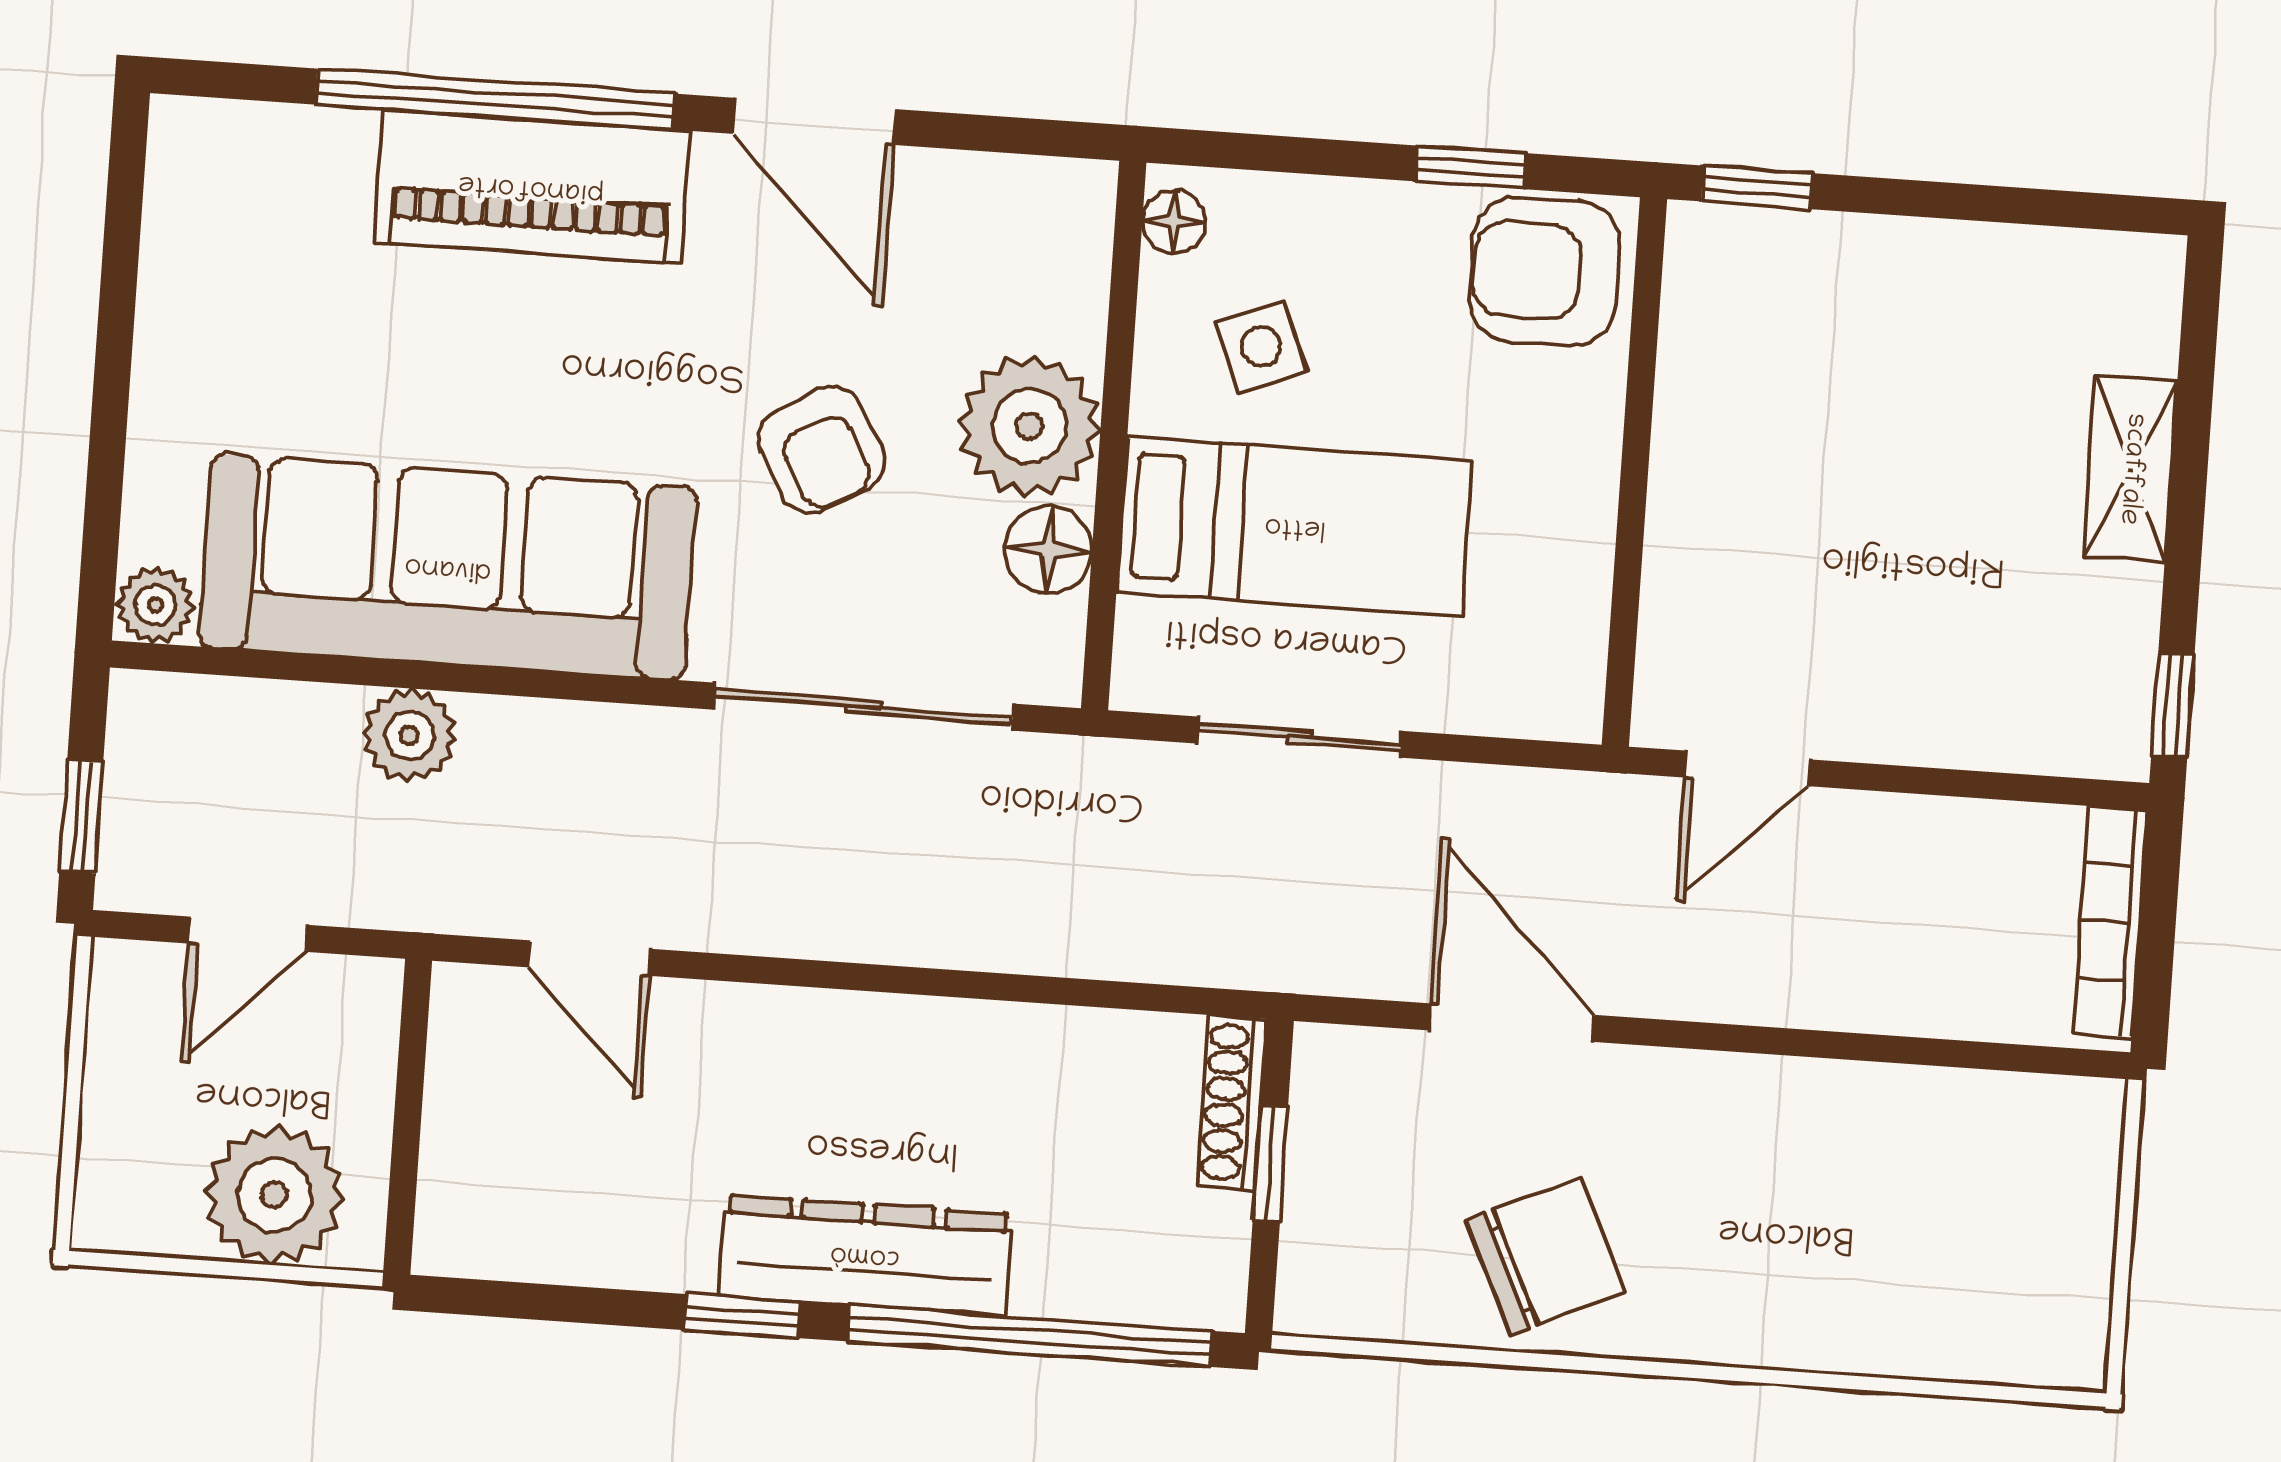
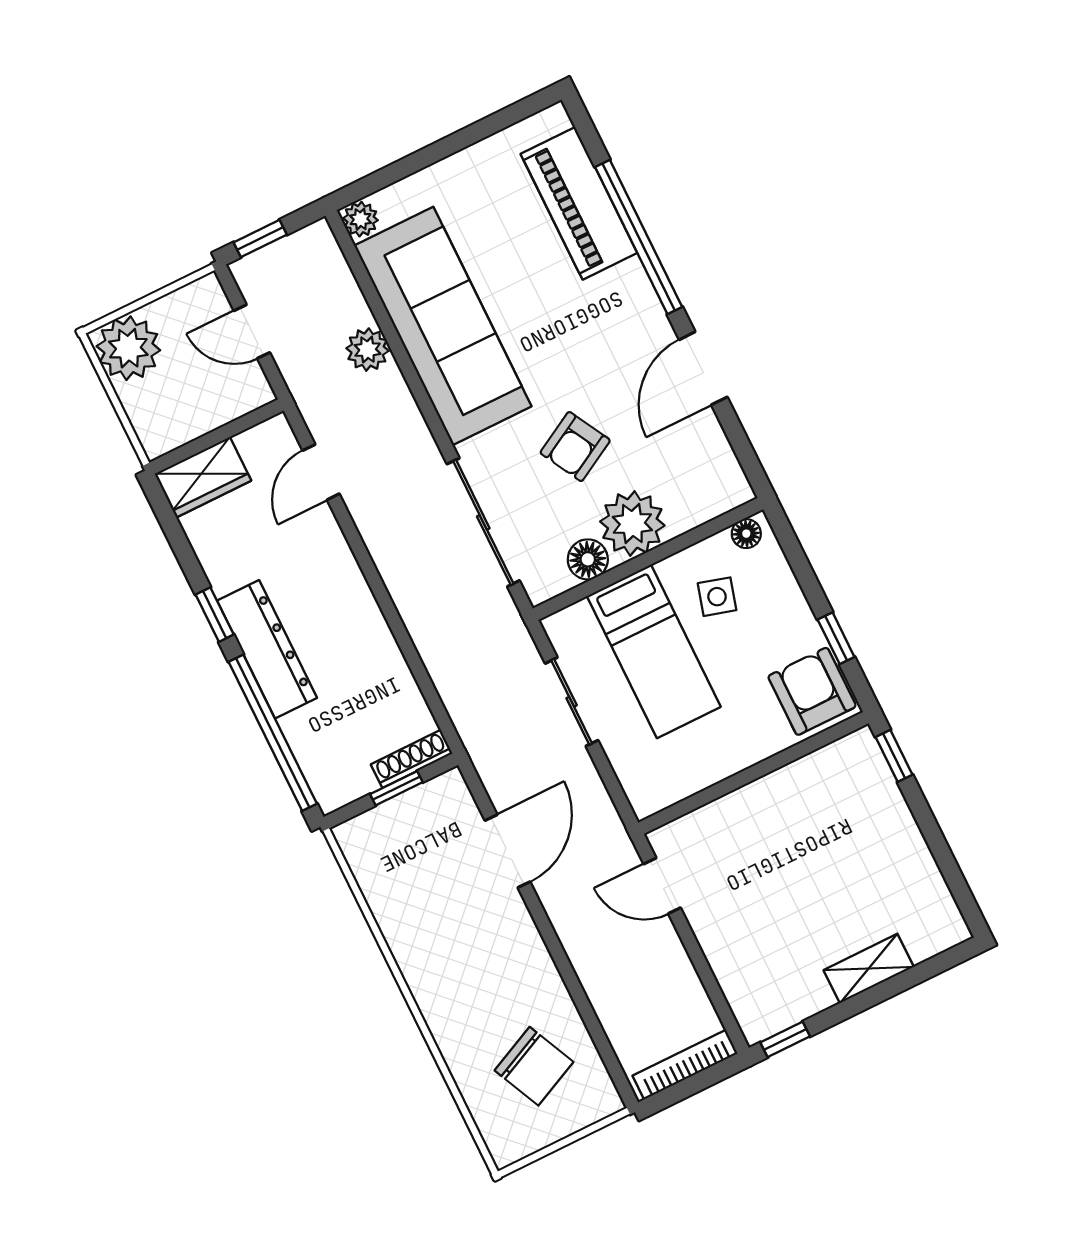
piano: (531, 187) -> (579, 203), moved
side table: (1261, 347) -> (717, 597), turned 38
wardrobe: (470, 1187) -> (203, 477), added
plant: (274, 1195) -> (128, 348), moved
chair: (1546, 1256) -> (534, 1066), moved

